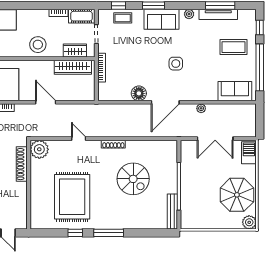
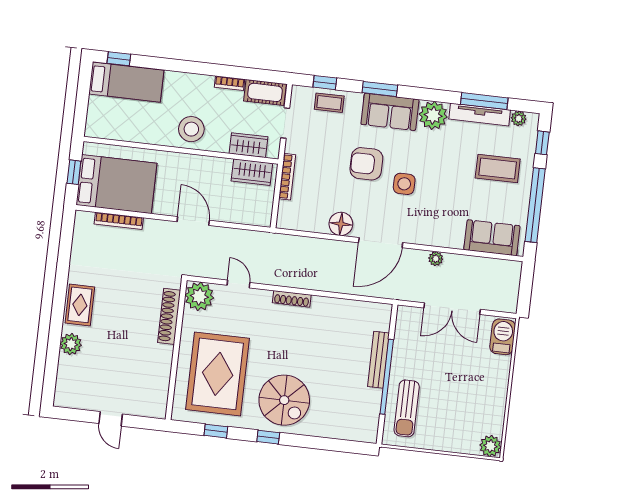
plant: (189, 14) -> (433, 115), width x1.88, depth x1.88
plant: (243, 14) -> (519, 118), added
armchair: (151, 54) -> (366, 164), added
wardrobe: (73, 67) -> (252, 172), width x0.67
plant: (39, 149) -> (199, 296), moved
shoe rack: (22, 164) -> (169, 316), moved
spiral stairs: (133, 179) -> (284, 400), moved
wall: (29, 185) -> (176, 350), moved
parasol: (237, 195) -> (476, 401), removed
sun lounger: (194, 205) -> (407, 408), added
bench: (172, 212) -> (378, 360), moved
window: (109, 233) -> (268, 437), width x0.46

